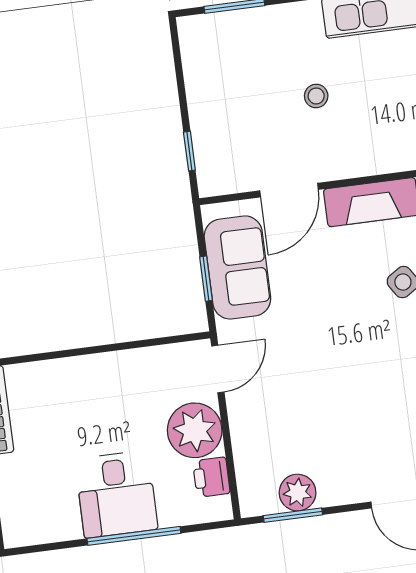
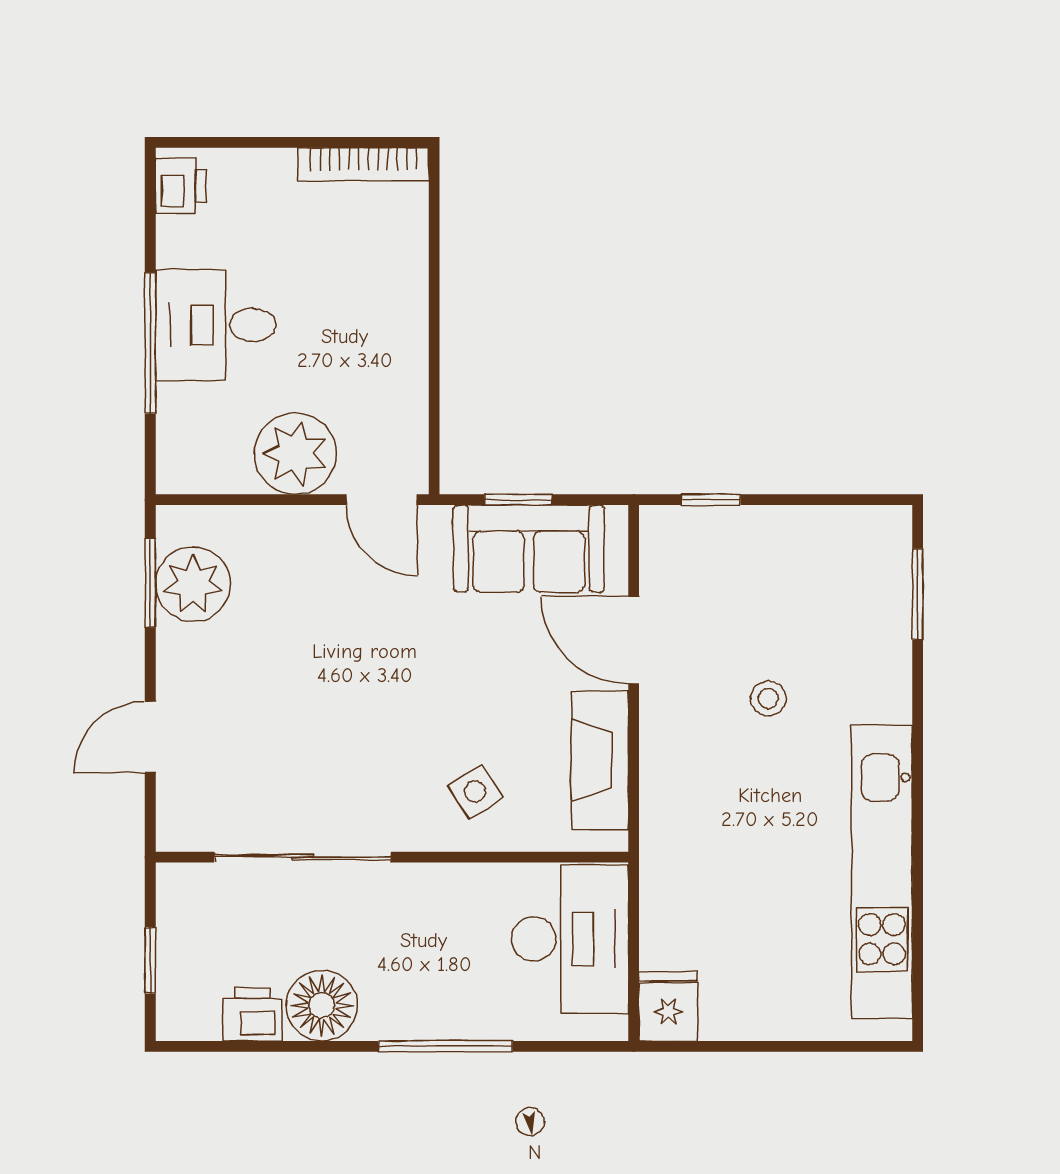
printer: (211, 477) -> (181, 186), moved, turned 90
plant: (298, 493) -> (193, 584), width x1.36, depth x1.36

